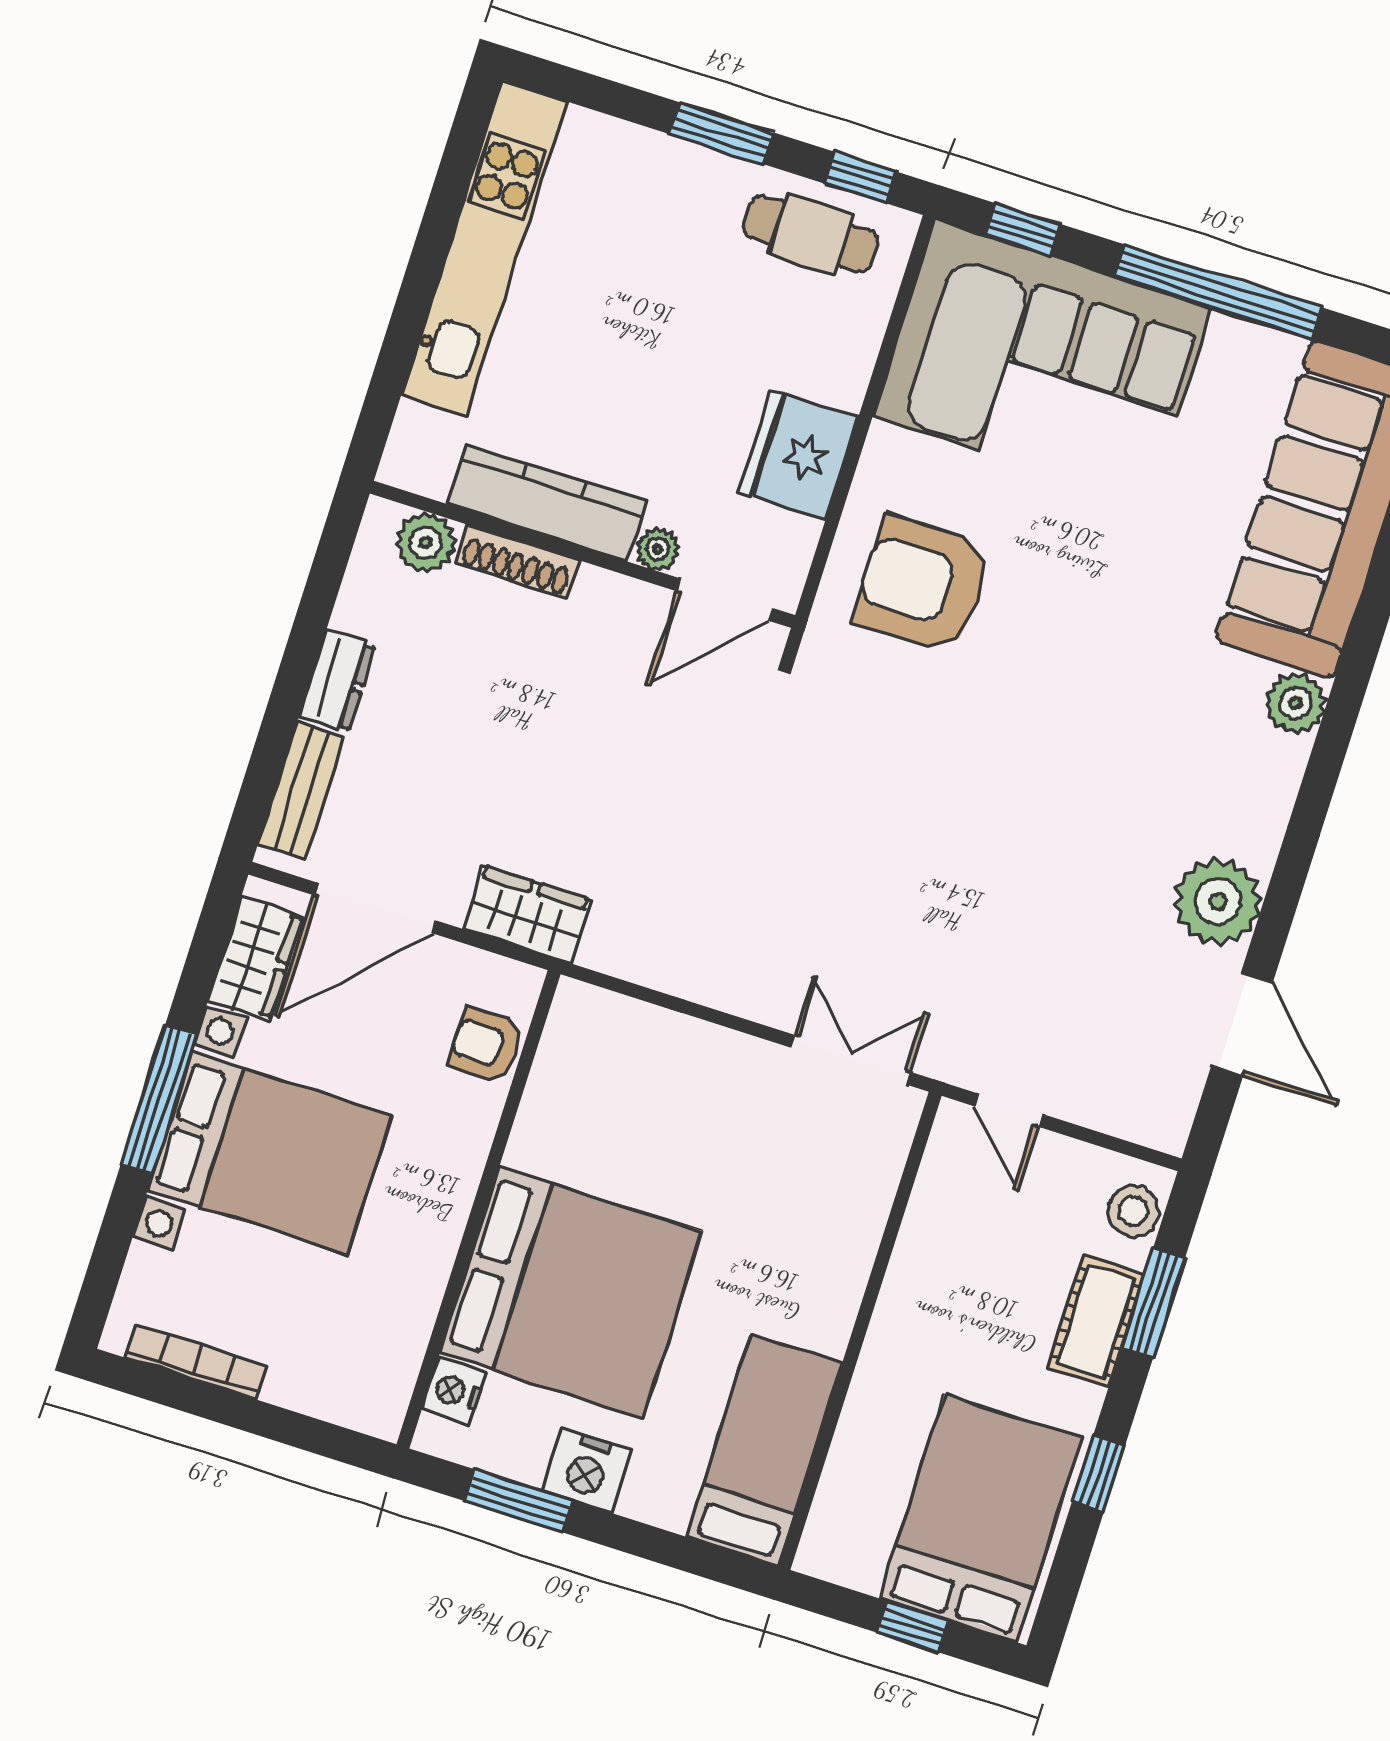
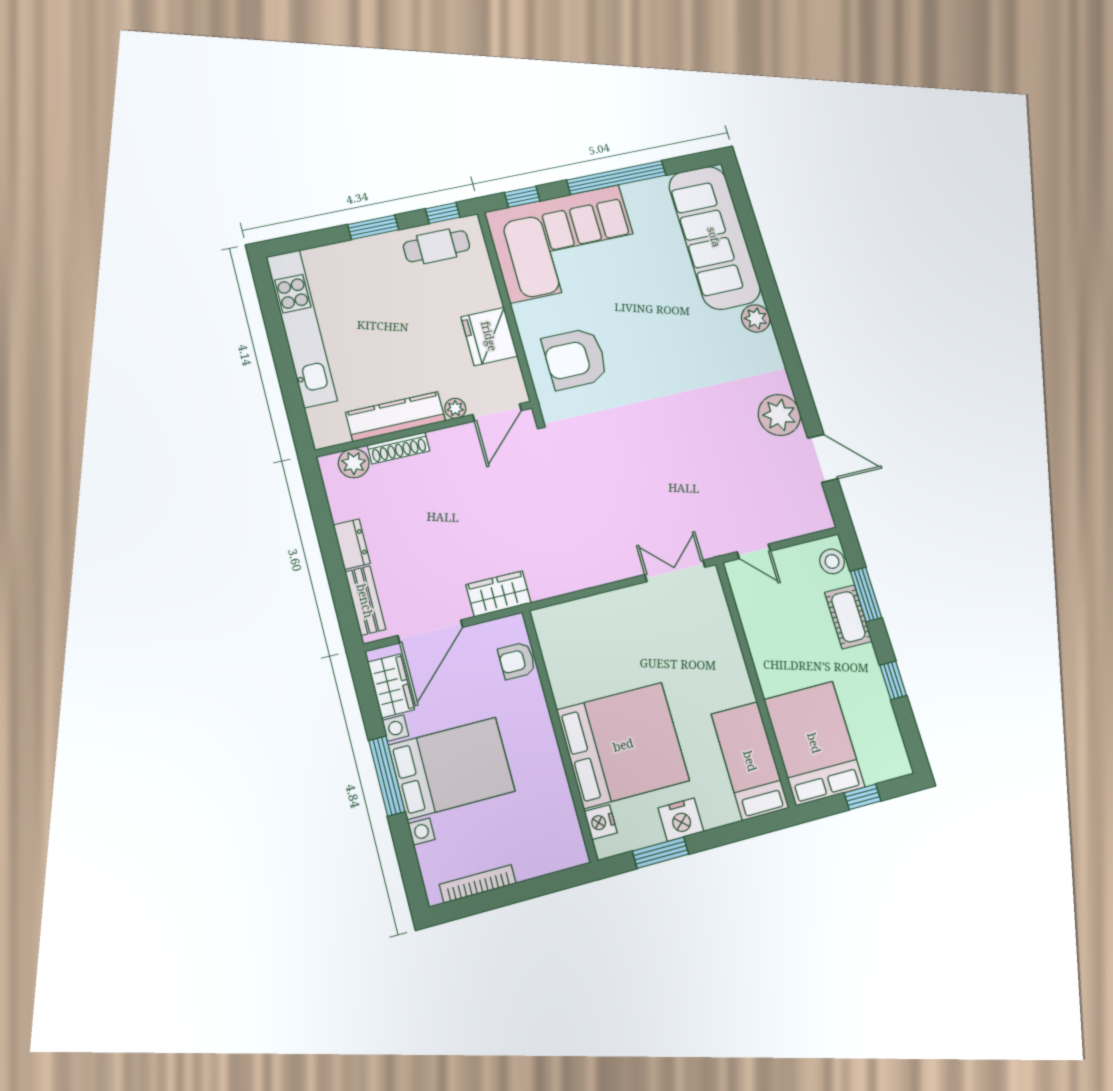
bed: (981, 1519) -> (814, 743), moved

